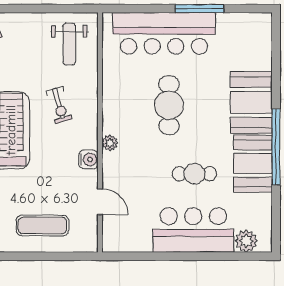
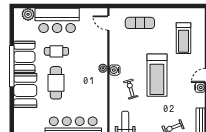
cafe table: (169, 105) -> (56, 83), moved
water cooler: (88, 159) -> (115, 70), moved
door: (100, 202) -> (108, 23), moved

